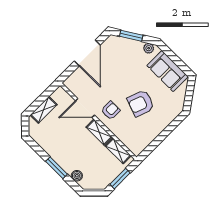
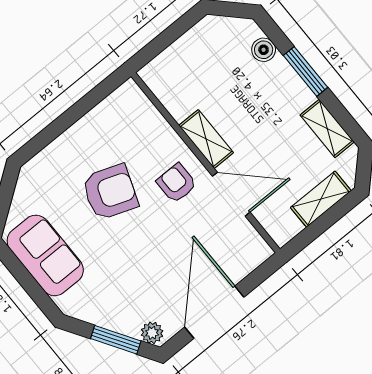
plant: (149, 48) -> (152, 333), moved
armchair: (111, 110) -> (177, 183), turned 90
shelving: (118, 151) -> (327, 128), moved
window: (120, 179) -> (171, 34), removed

